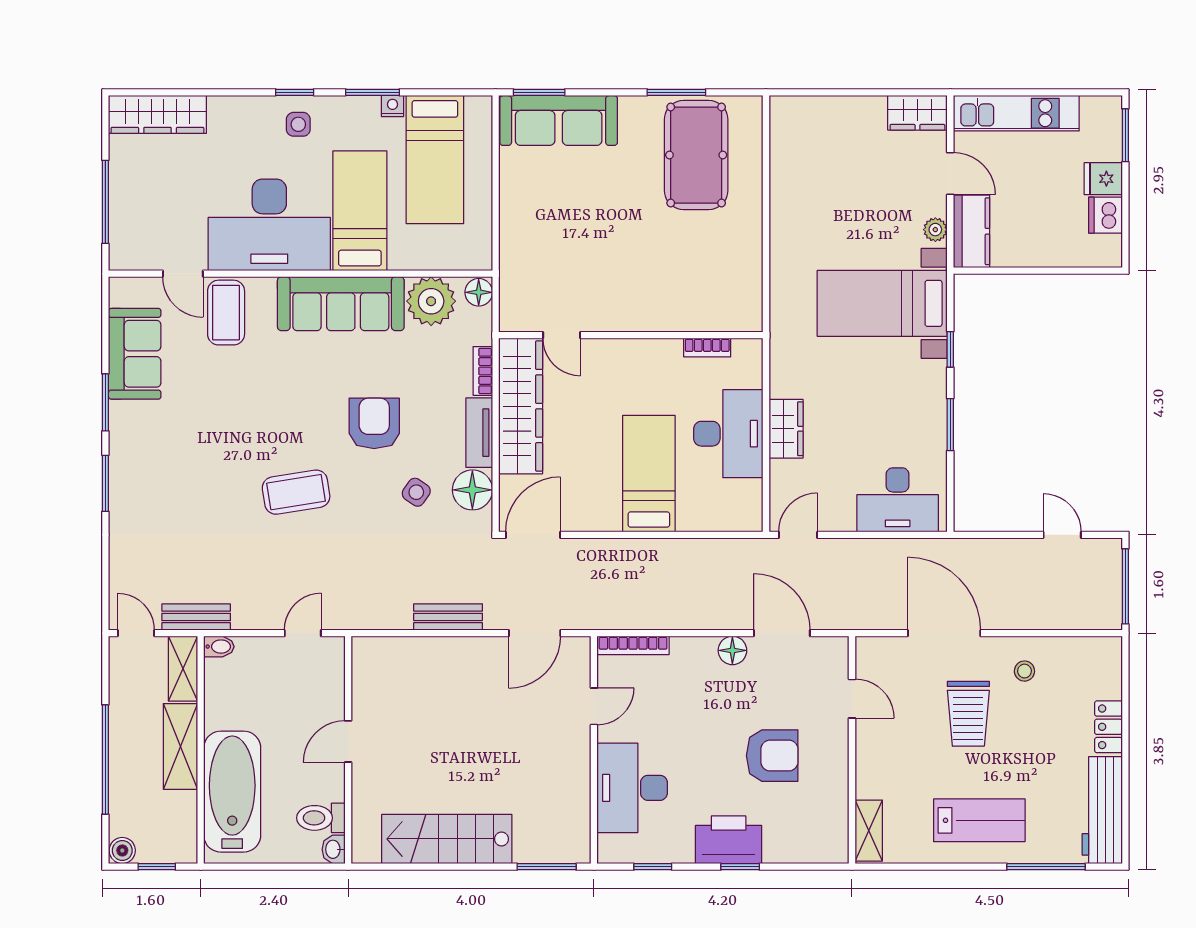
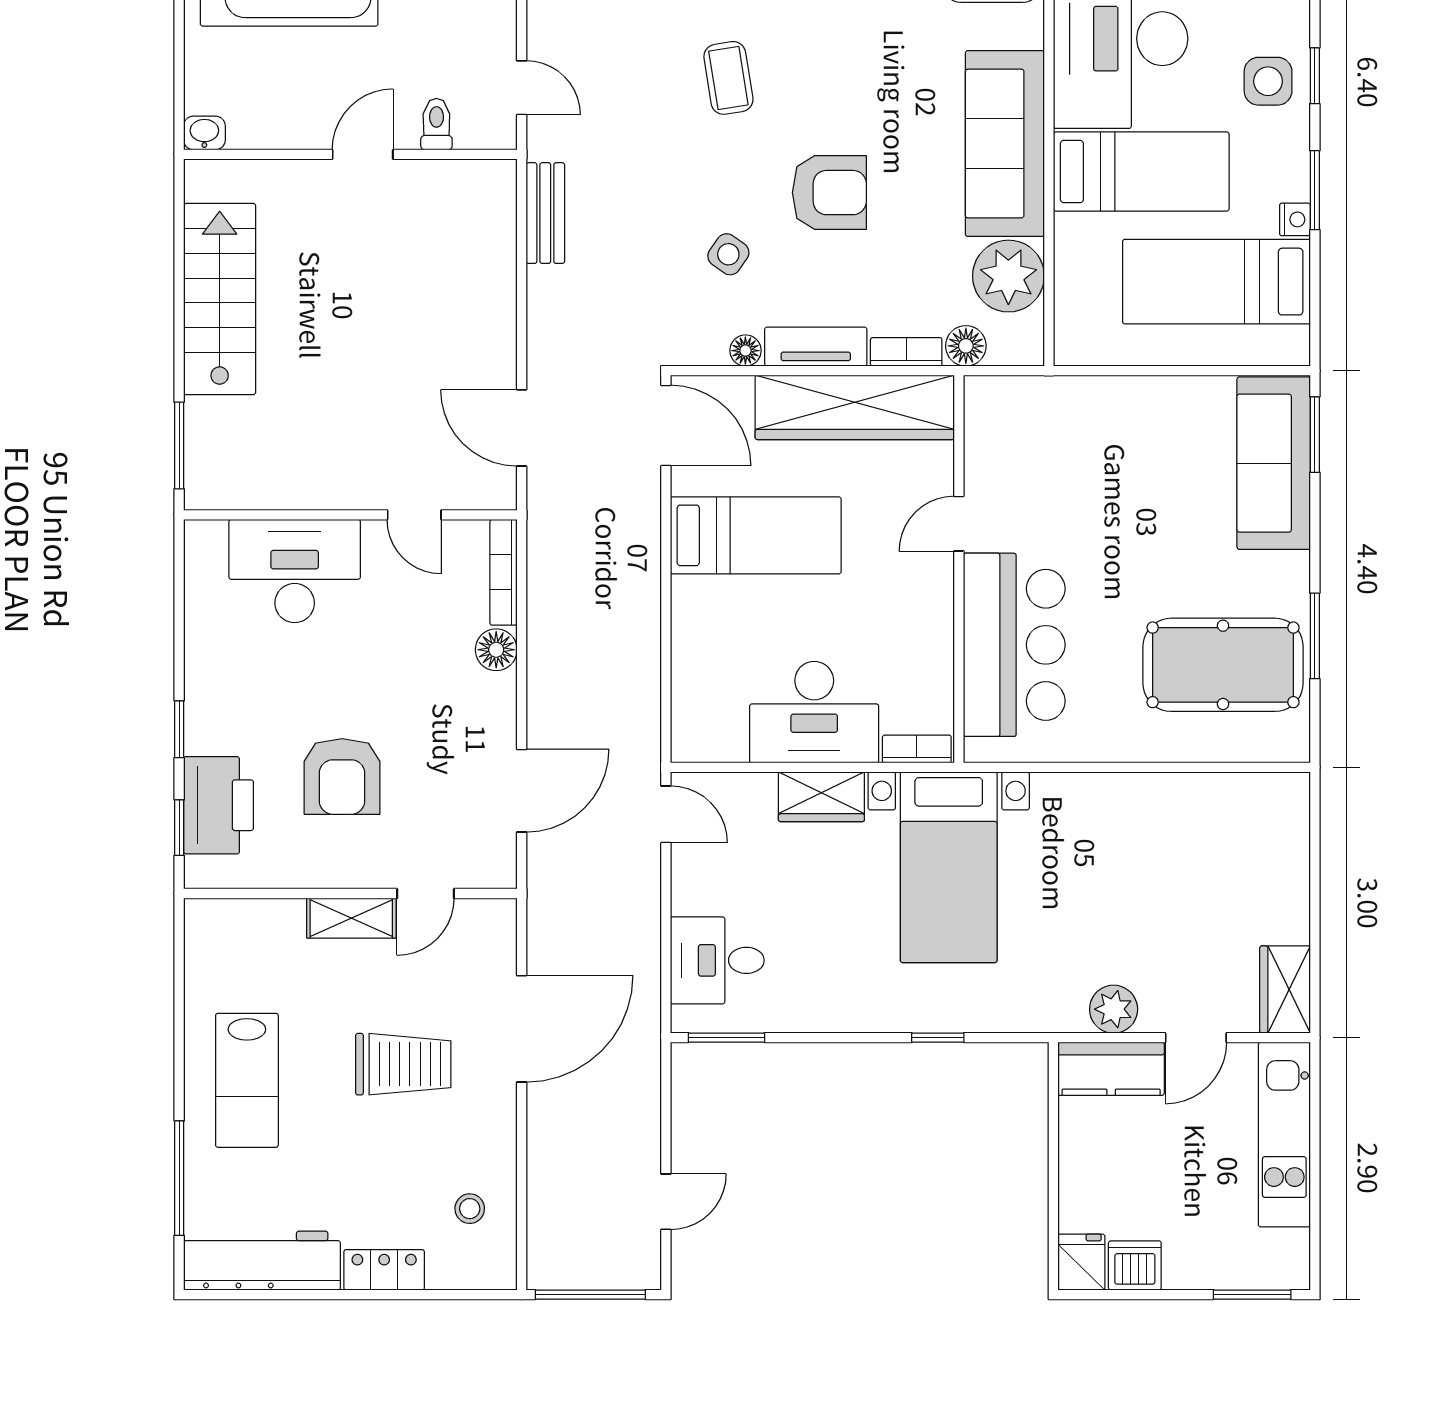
side table: (298, 124) -> (1268, 81), width x1.37, depth x1.37
fridge: (1103, 179) -> (1081, 1262), moved
plant: (935, 230) -> (1114, 1009), width x1.38, depth x1.38
floor lamp: (479, 292) -> (966, 346), moved
bar counter: (682, 297) -> (1014, 645), added
bed with nightstands: (882, 303) -> (949, 867), moved, turned 180
door: (562, 335) -> (959, 524), moved
bookcase: (707, 348) -> (917, 749), moved, turned 90
window: (950, 425) -> (727, 1038), moved
bed: (649, 474) -> (756, 535), moved
floor lamp: (472, 490) -> (745, 351), width x0.53, depth x0.53
coffee table: (296, 492) -> (728, 78), width x0.73, depth x0.77
desk: (898, 500) -> (717, 960), width x0.73
bench: (448, 617) -> (545, 213), moved
floor lamp: (732, 650) -> (496, 650), moved
stool: (1024, 671) -> (470, 1209), moved
trolley: (968, 714) -> (403, 1064), turned 180
door: (348, 741) -> (363, 154), hinge flipped
toilet: (321, 818) -> (436, 124), moved, width x0.73, depth x0.72
shelving: (869, 831) -> (351, 918), moved
printer: (729, 840) -> (218, 805), moved
window: (653, 867) -> (179, 828), moved

